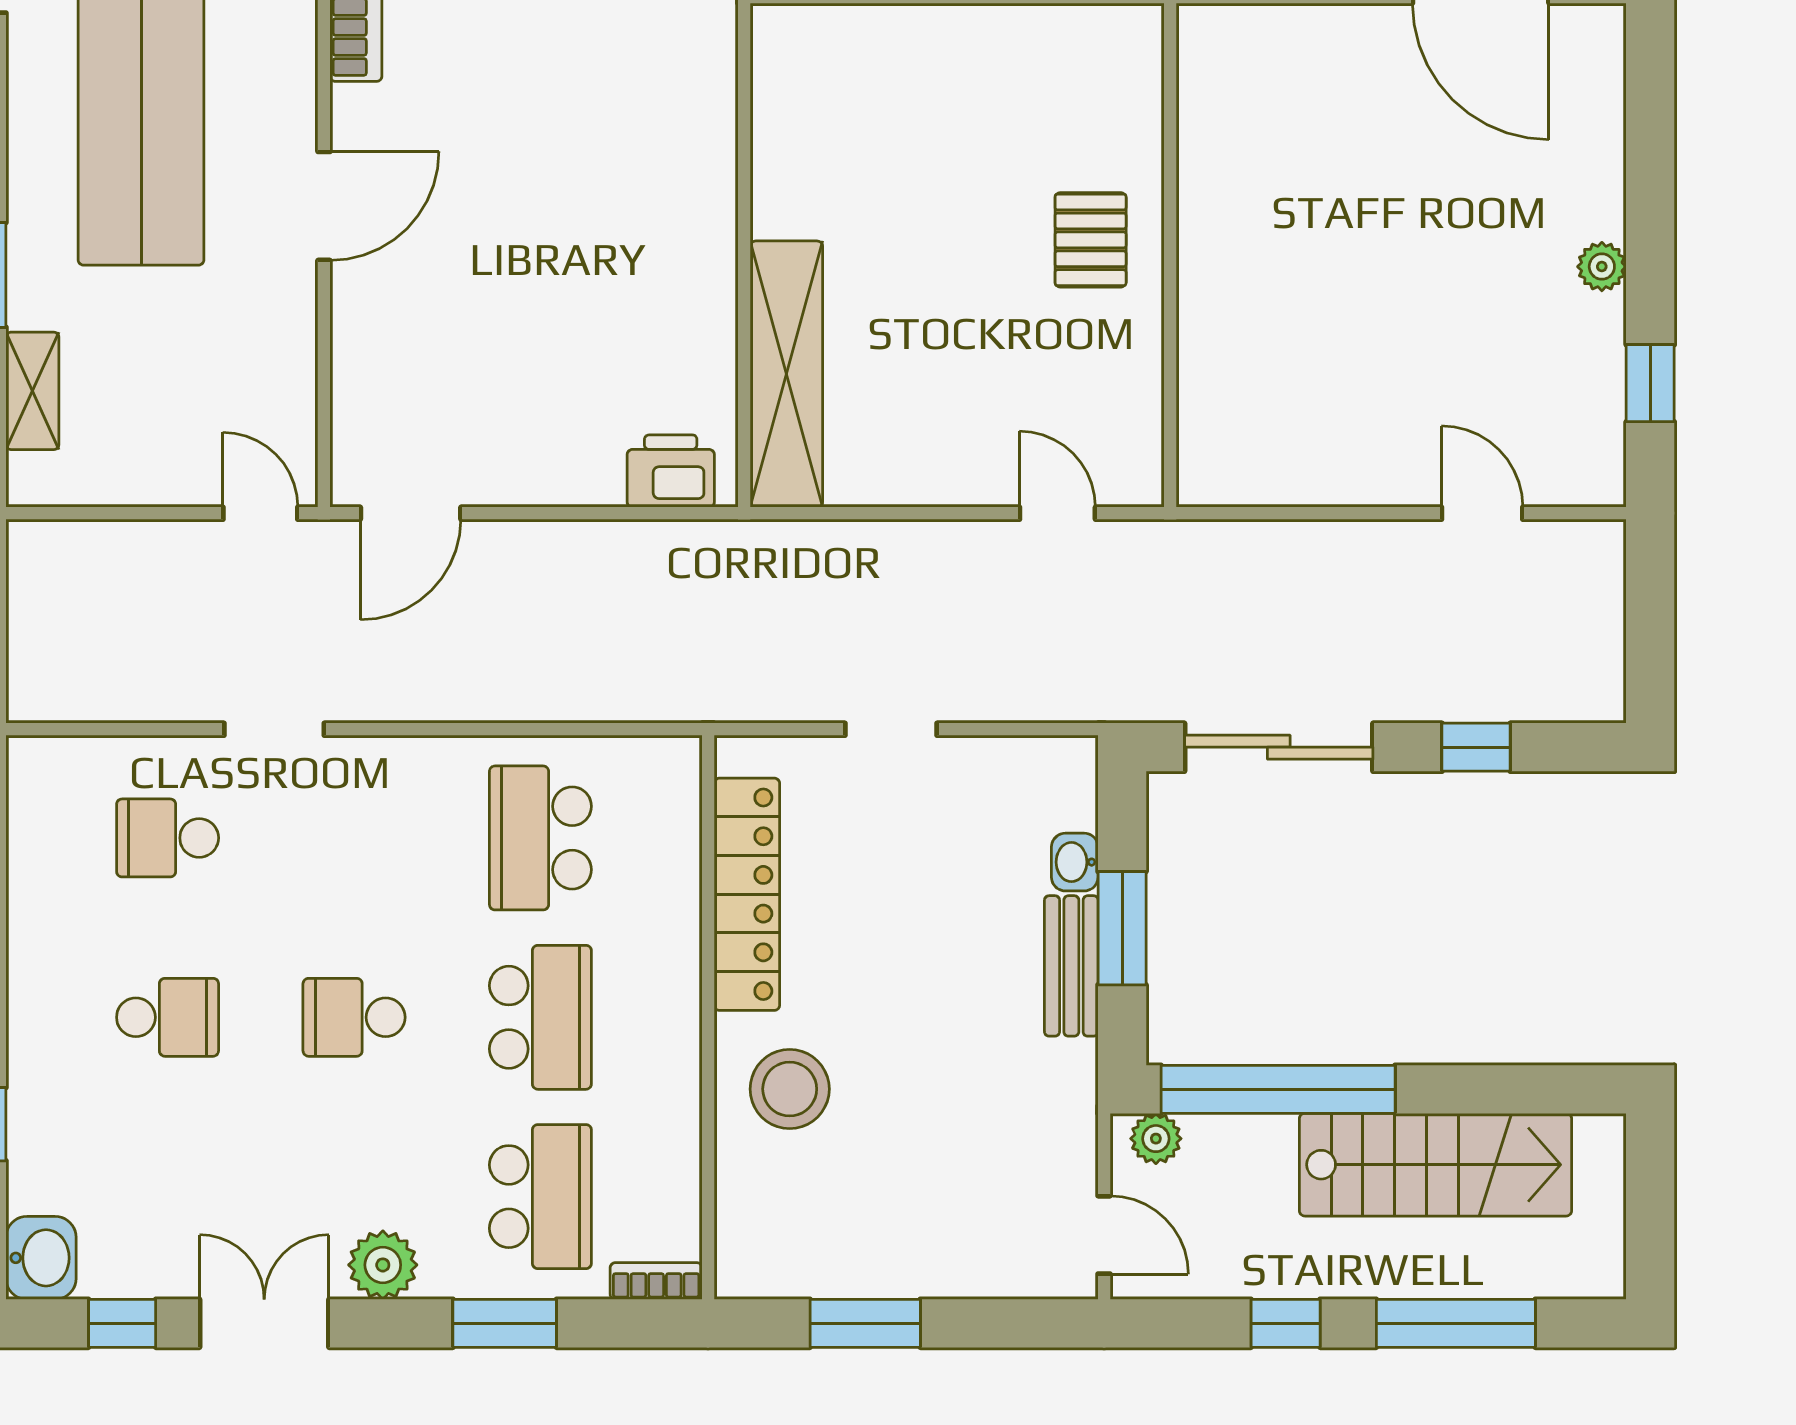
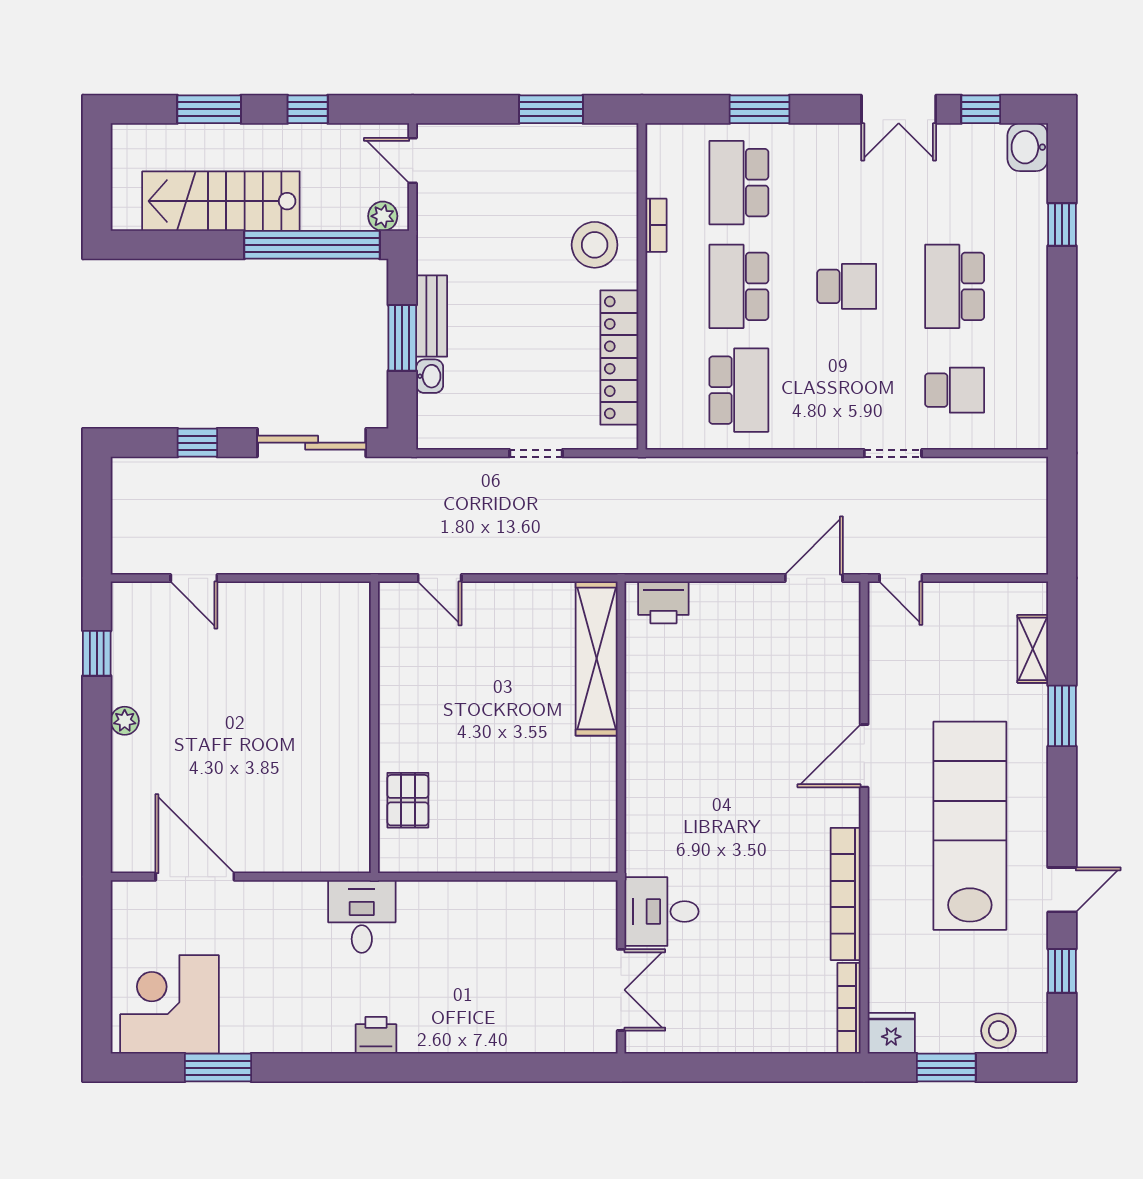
pallet: (1091, 240) -> (408, 800), moved
school desk: (168, 1017) -> (955, 286), width x1.85
plant: (383, 1265) -> (830, 143), removed
bookcase: (656, 1281) -> (656, 225), moved, turned -90
window: (1456, 1323) -> (209, 109), width x0.69

